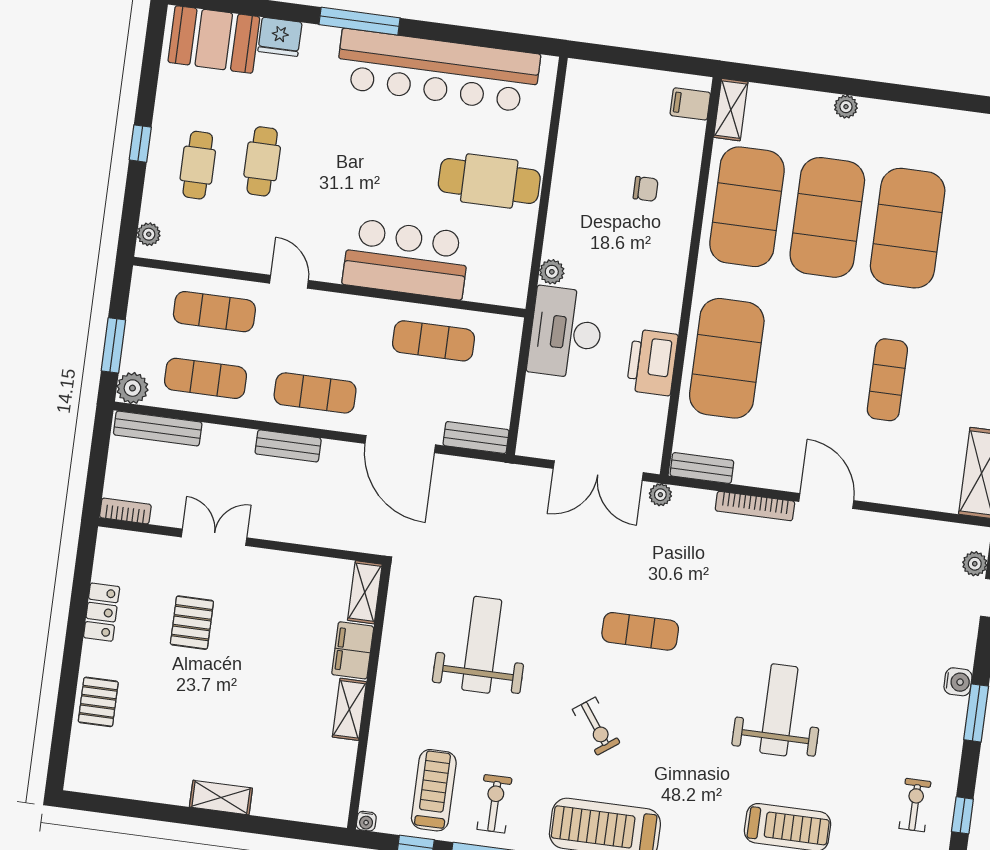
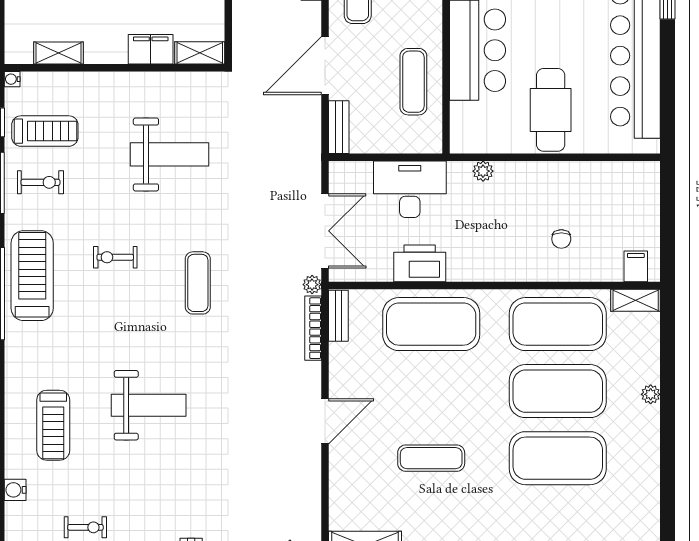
desk: (566, 333) -> (410, 189), moved
double door: (598, 471) -> (325, 231), swing flipped
bookcase: (755, 506) -> (313, 328), moved
shelving: (349, 709) -> (59, 53), moved
exercise bike: (596, 726) -> (115, 257), turned 36

